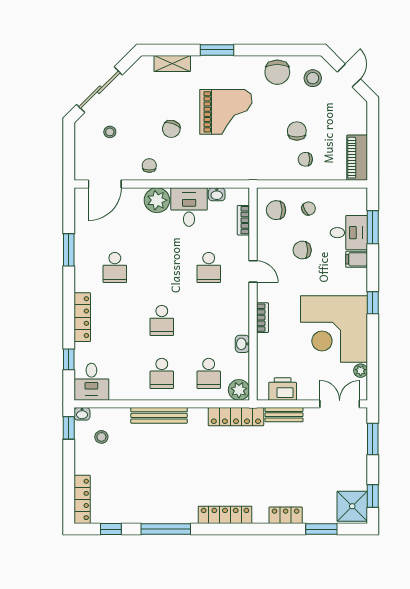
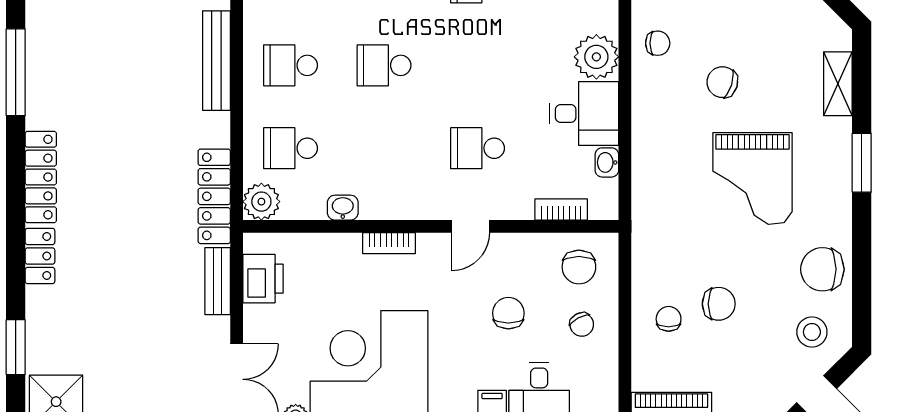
chair: (276, 210) -> (579, 267), turned 180
locker: (286, 515) -> (40, 256), moved

